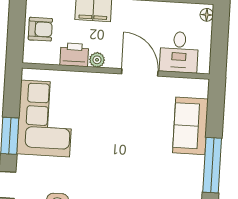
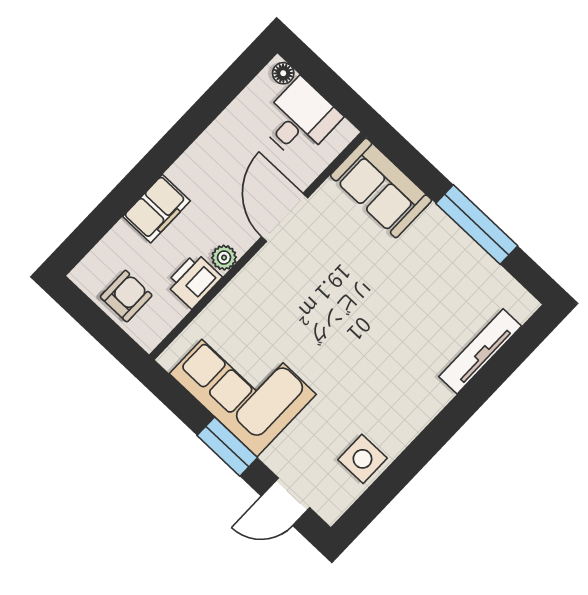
desk: (179, 52) -> (300, 120), moved, turned -90
door: (140, 72) -> (285, 217), hinge flipped
sofa: (190, 126) -> (381, 188), moved

